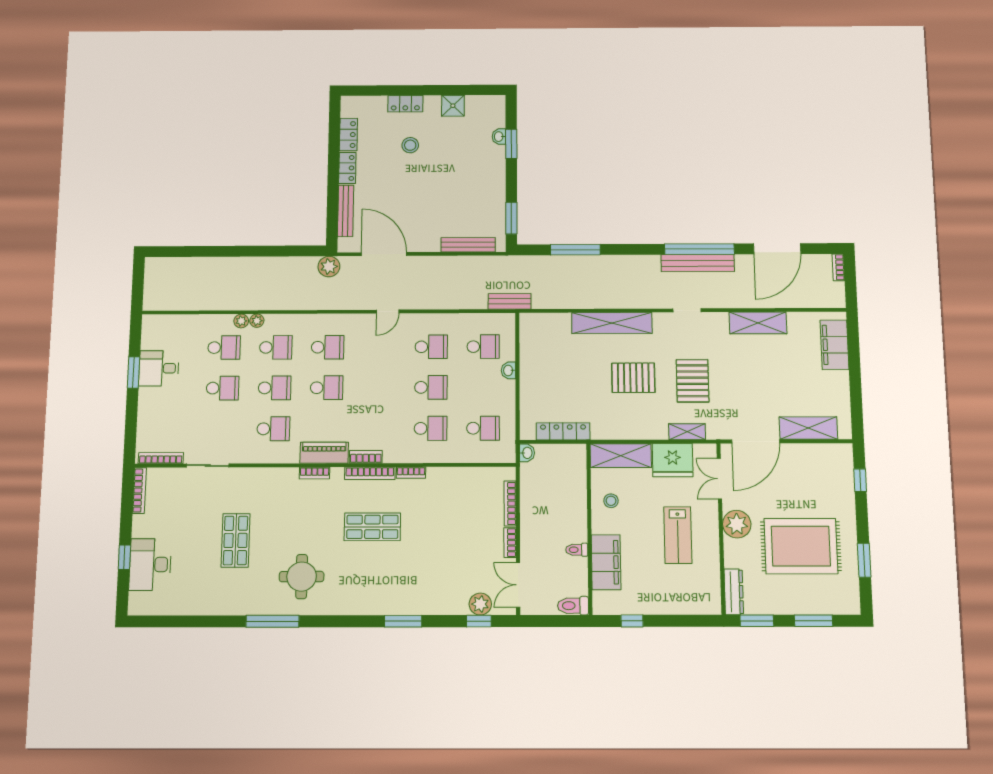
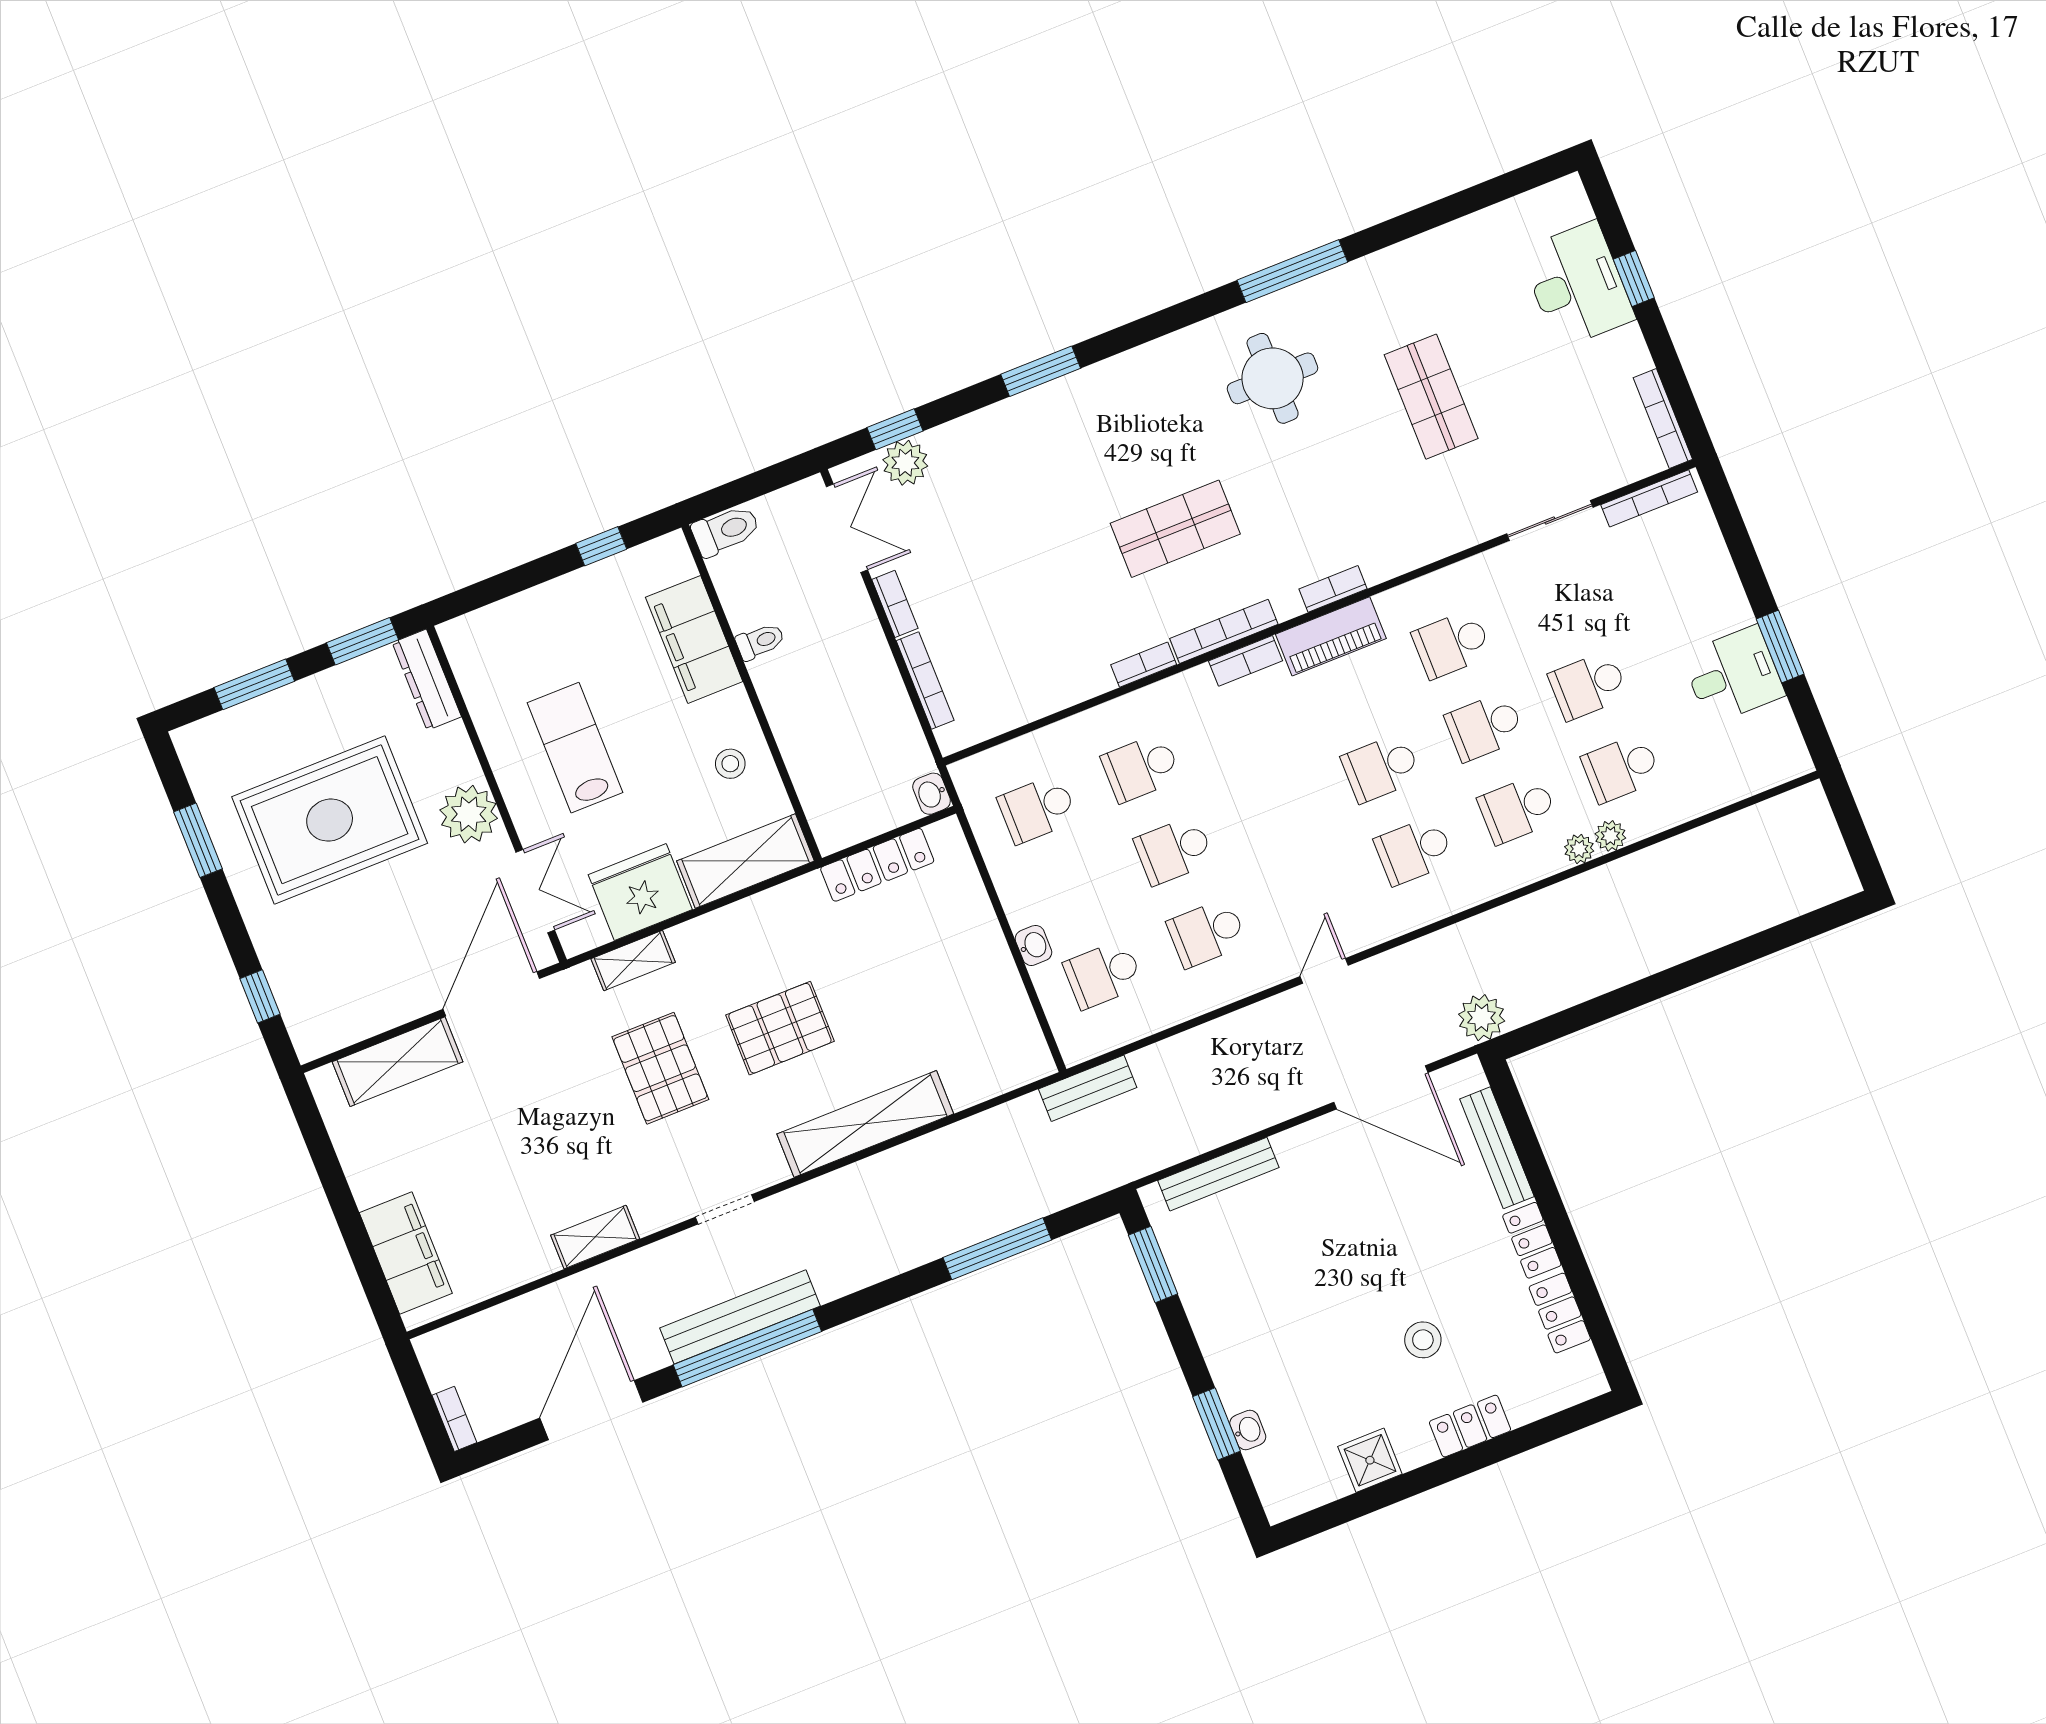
shelving: (758, 323) -> (595, 1237), width x0.67, depth x0.75

